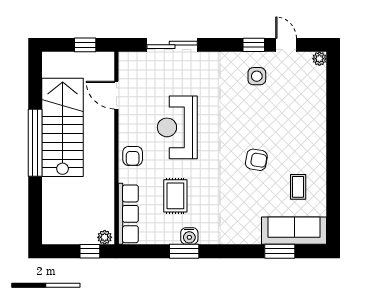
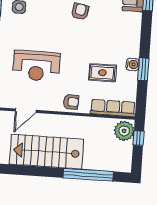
reception desk: (177, 127) -> (36, 66), moved
window: (35, 143) -> (88, 175), moved
plant: (105, 237) -> (124, 131), width x1.87, depth x1.87

